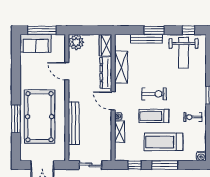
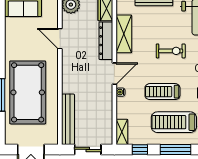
exercise bike: (154, 94) -> (171, 51), moved
door: (113, 101) -> (114, 74), swing flipped
bench: (74, 123) -> (68, 119), moved
shelving: (119, 132) -> (122, 132), moved

